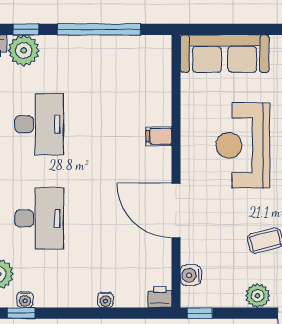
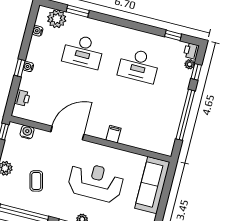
plant: (24, 50) -> (190, 64), width x0.53, depth x0.53
printer: (160, 297) -> (22, 98), moved
water cooler: (105, 300) -> (28, 67), moved
window: (21, 313) -> (20, 68), moved

